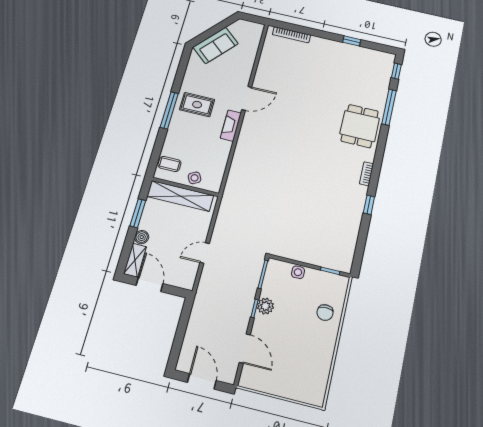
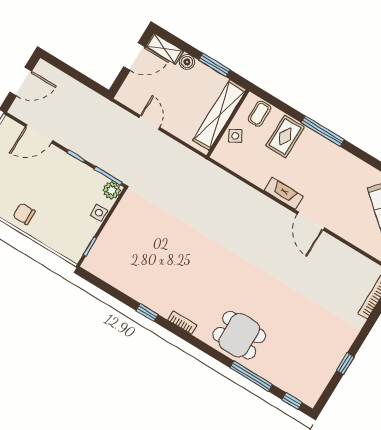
rug: (197, 105) -> (285, 136), moved
plant: (265, 306) -> (112, 190), moved
chair: (325, 313) -> (24, 214), moved

